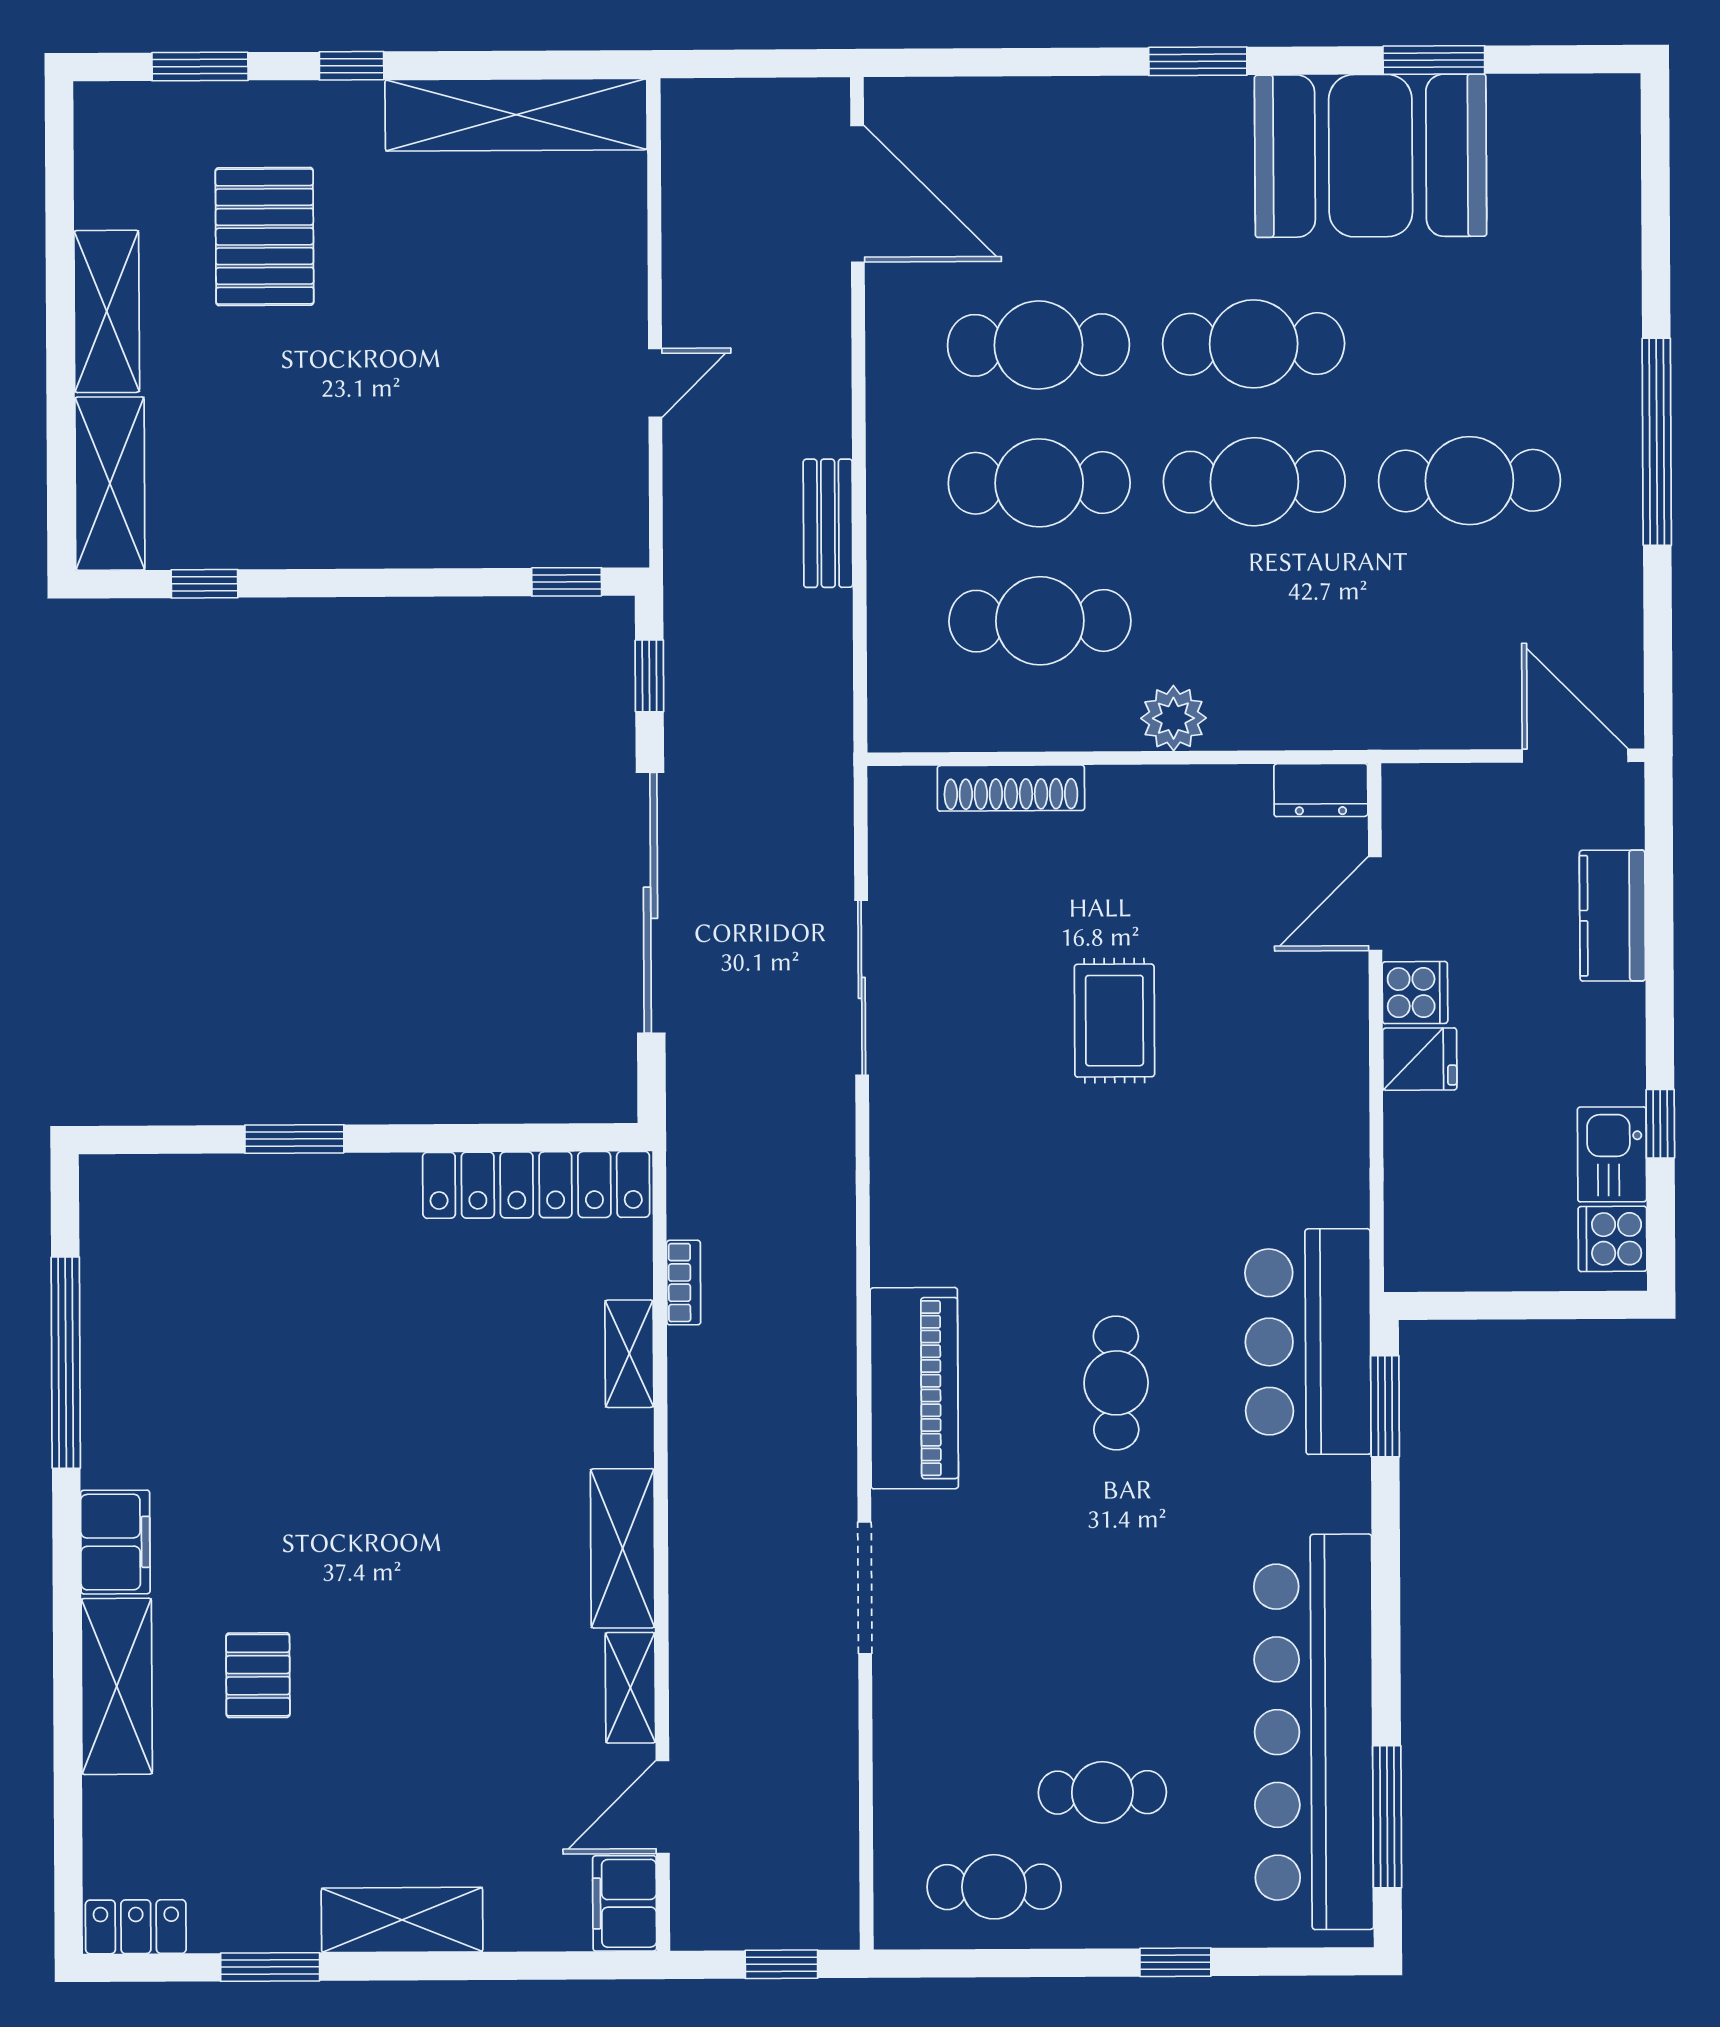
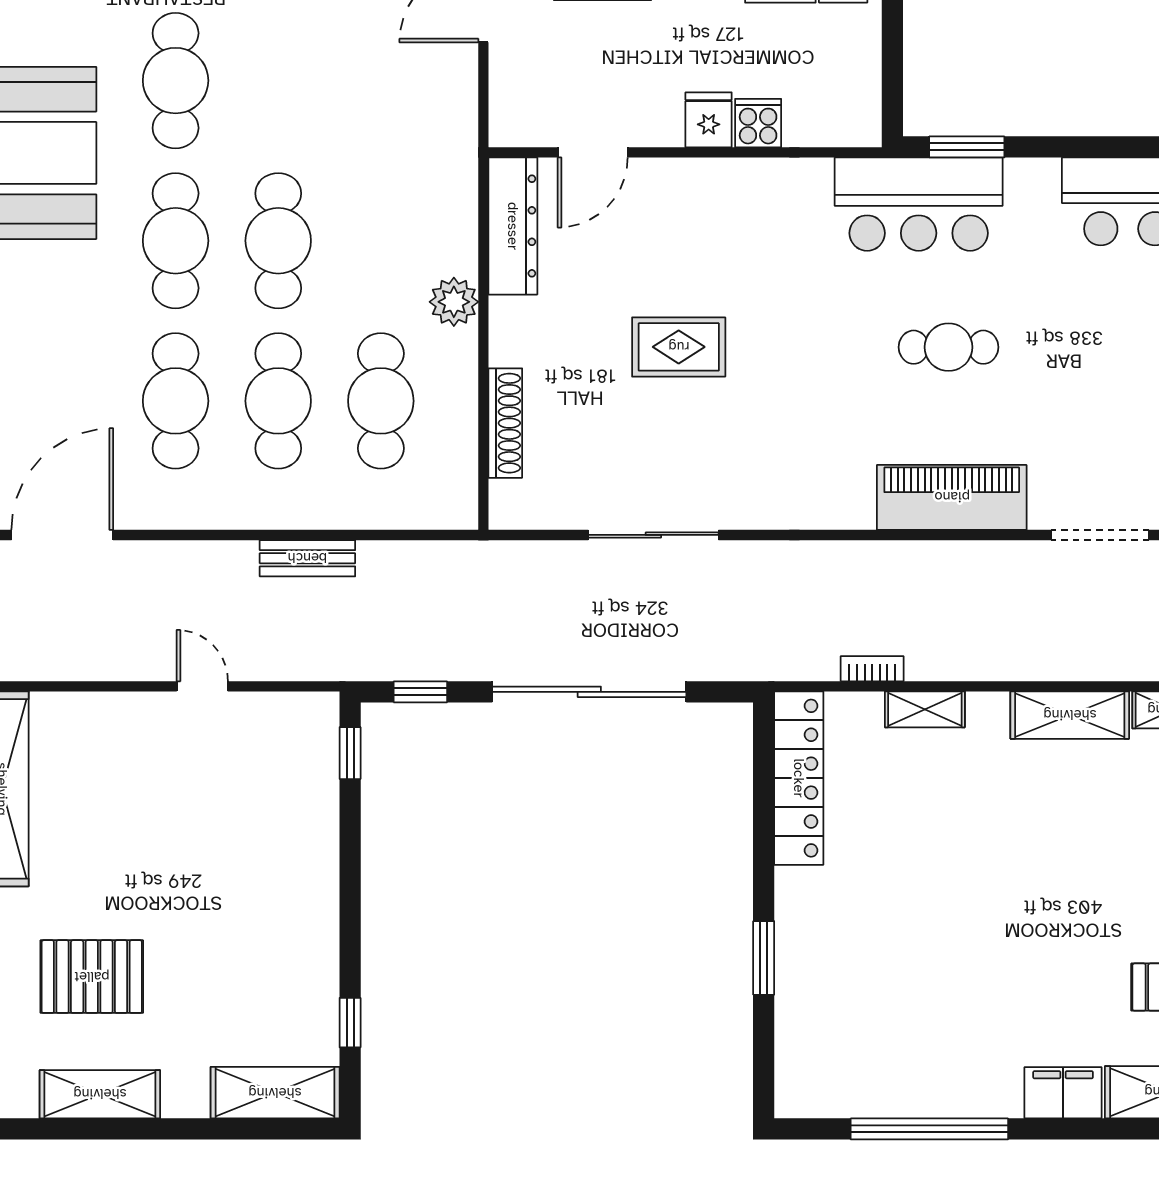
shelving: (107, 311) -> (100, 1094), moved
cafe table: (1469, 481) -> (176, 81), moved
dresser: (1321, 790) -> (513, 226), width x1.96, depth x1.24
door: (1375, 904) -> (593, 152), hinge flipped
cooker: (1415, 993) -> (758, 123), moved

